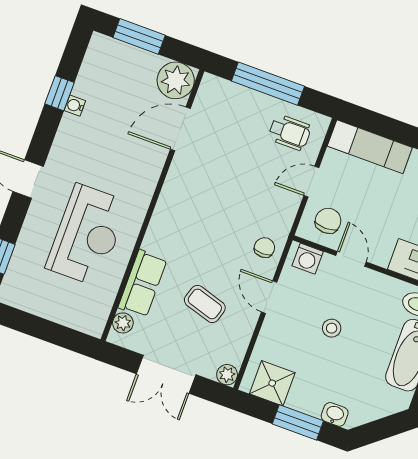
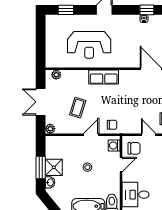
row of seats: (143, 284) -> (104, 77), moved
shower: (272, 383) -> (54, 167), moved

